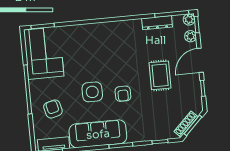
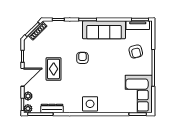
side table: (92, 92) -> (90, 104), moved

